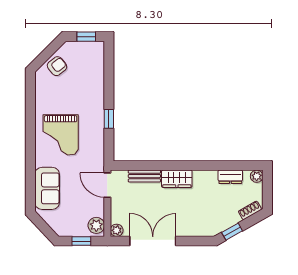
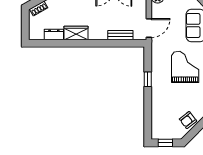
plant: (257, 176) -> (33, 35), removed
wardrobe: (177, 179) -> (76, 33), moved
door: (107, 185) -> (149, 28), hinge flipped

